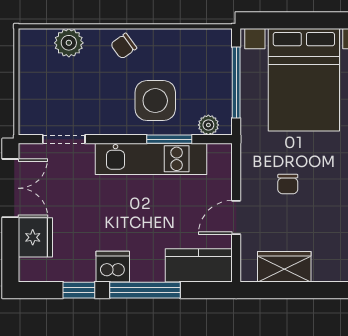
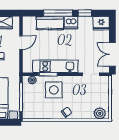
plant: (69, 43) -> (100, 113), moved
fridge: (35, 237) -> (101, 23), moved, turned -90
kitchen counter: (199, 265) -> (50, 23), moved

